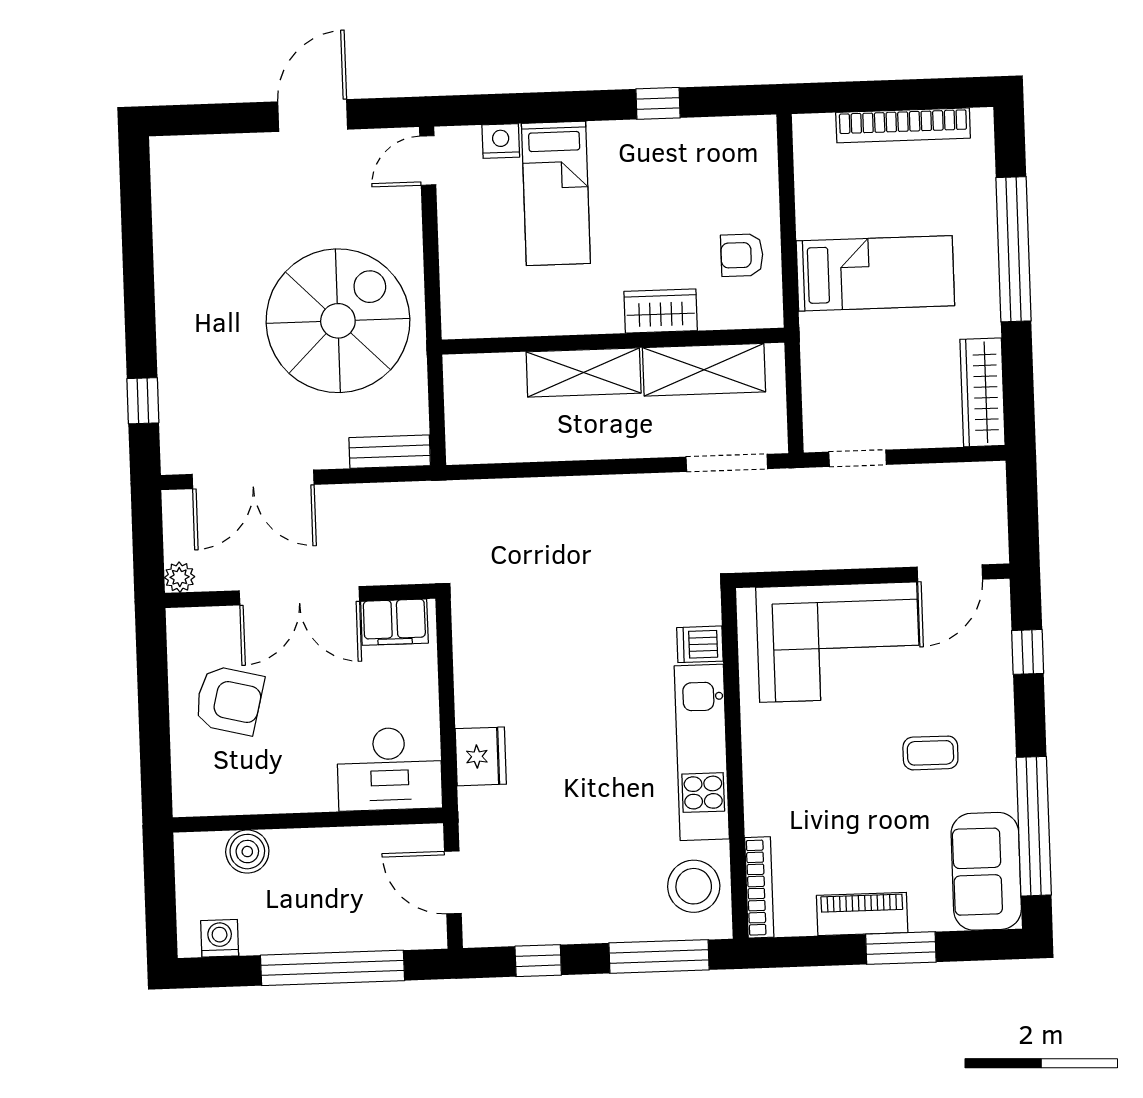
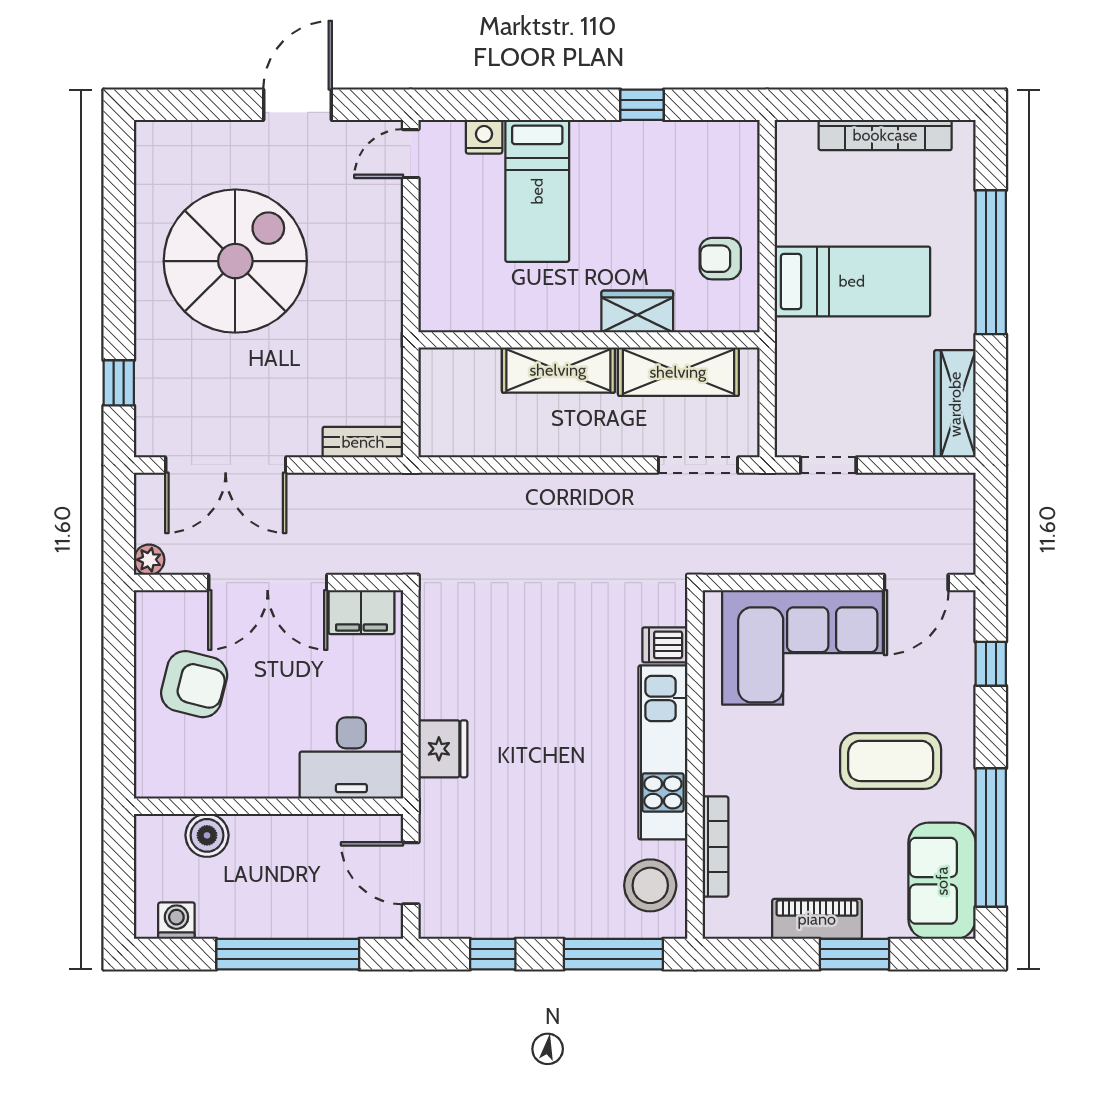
spiral stairs: (338, 321) -> (235, 261), moved
coffee table: (930, 753) -> (891, 761), width x1.86, depth x1.72
bookcase: (759, 887) -> (715, 847), moved

